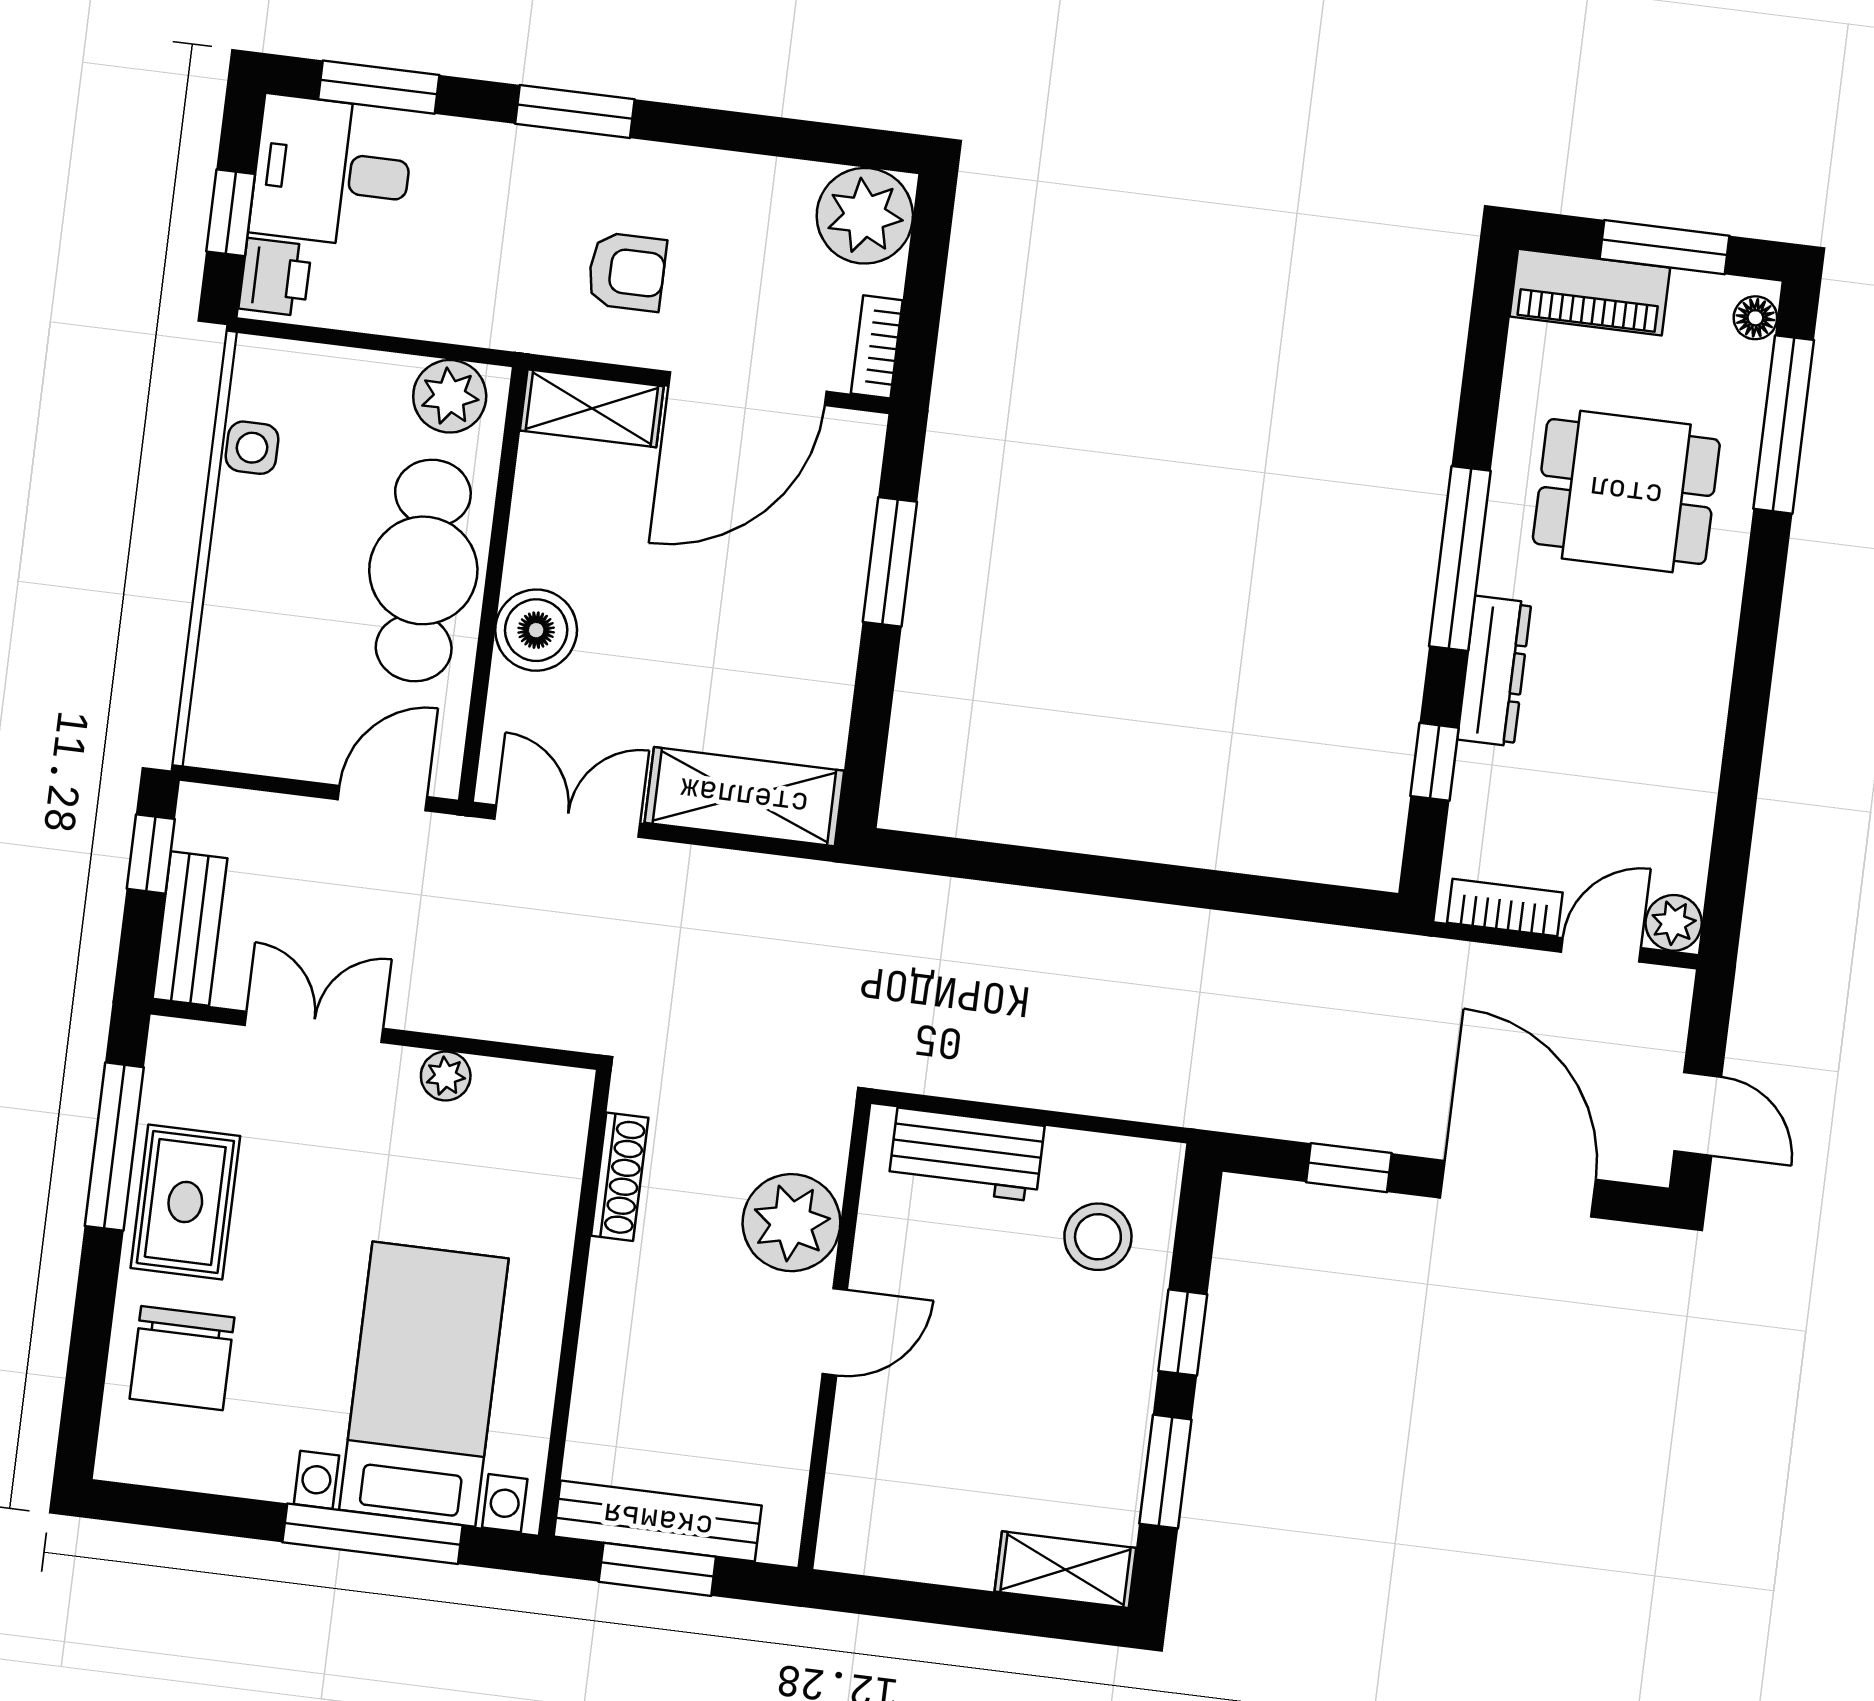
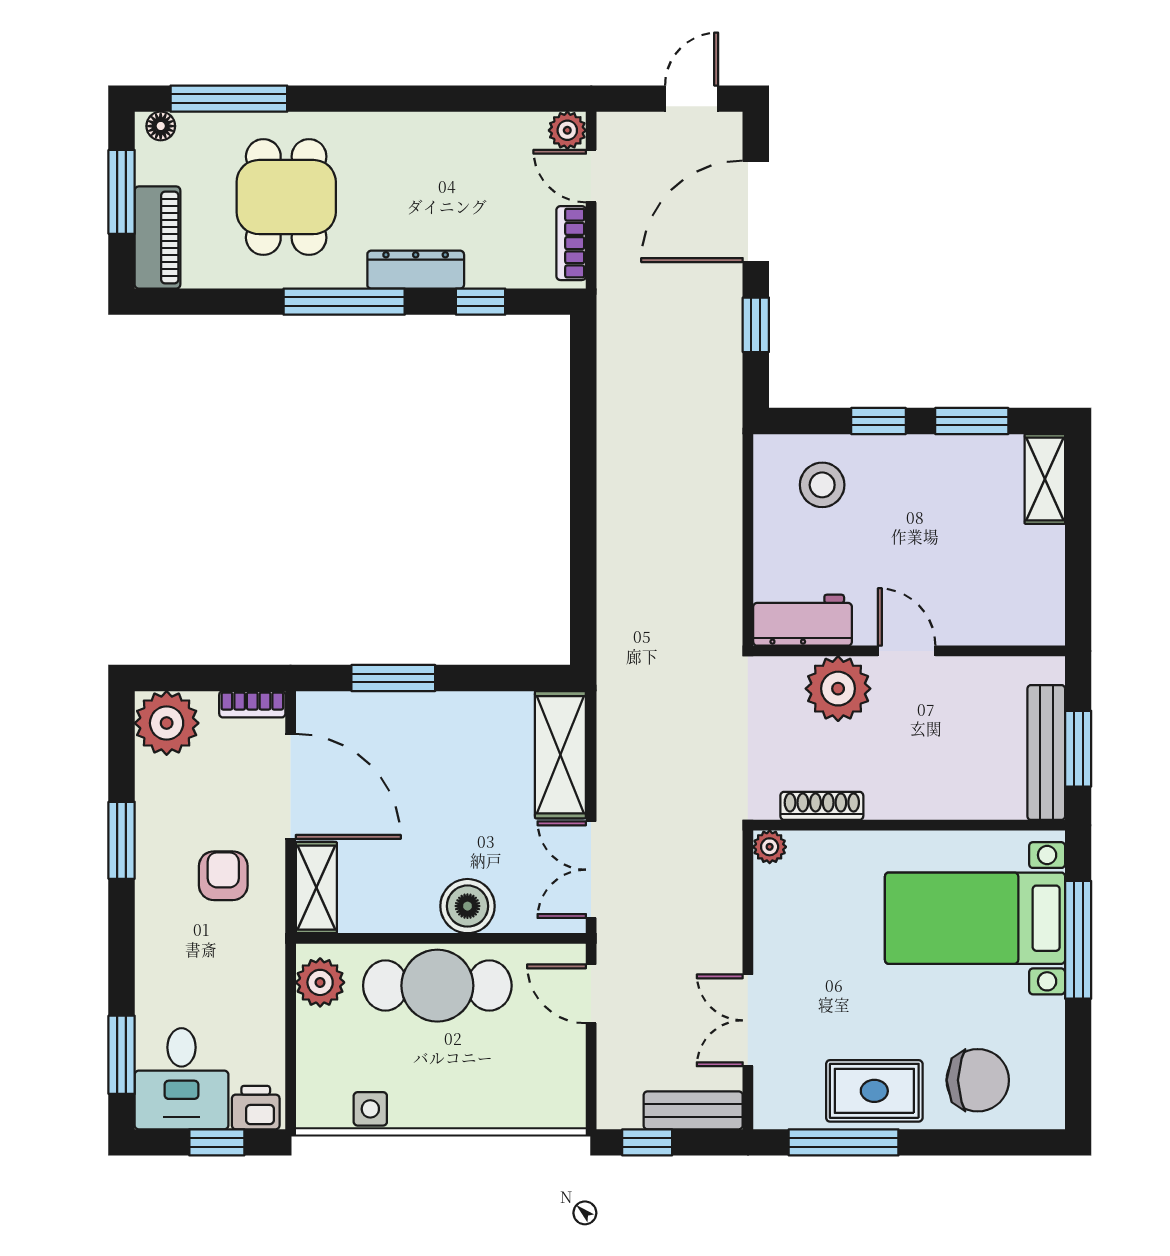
window: (575, 111) -> (122, 840), moved
plant: (446, 1076) -> (770, 847), moved
workbench: (966, 1155) -> (803, 620), moved, turned -90

